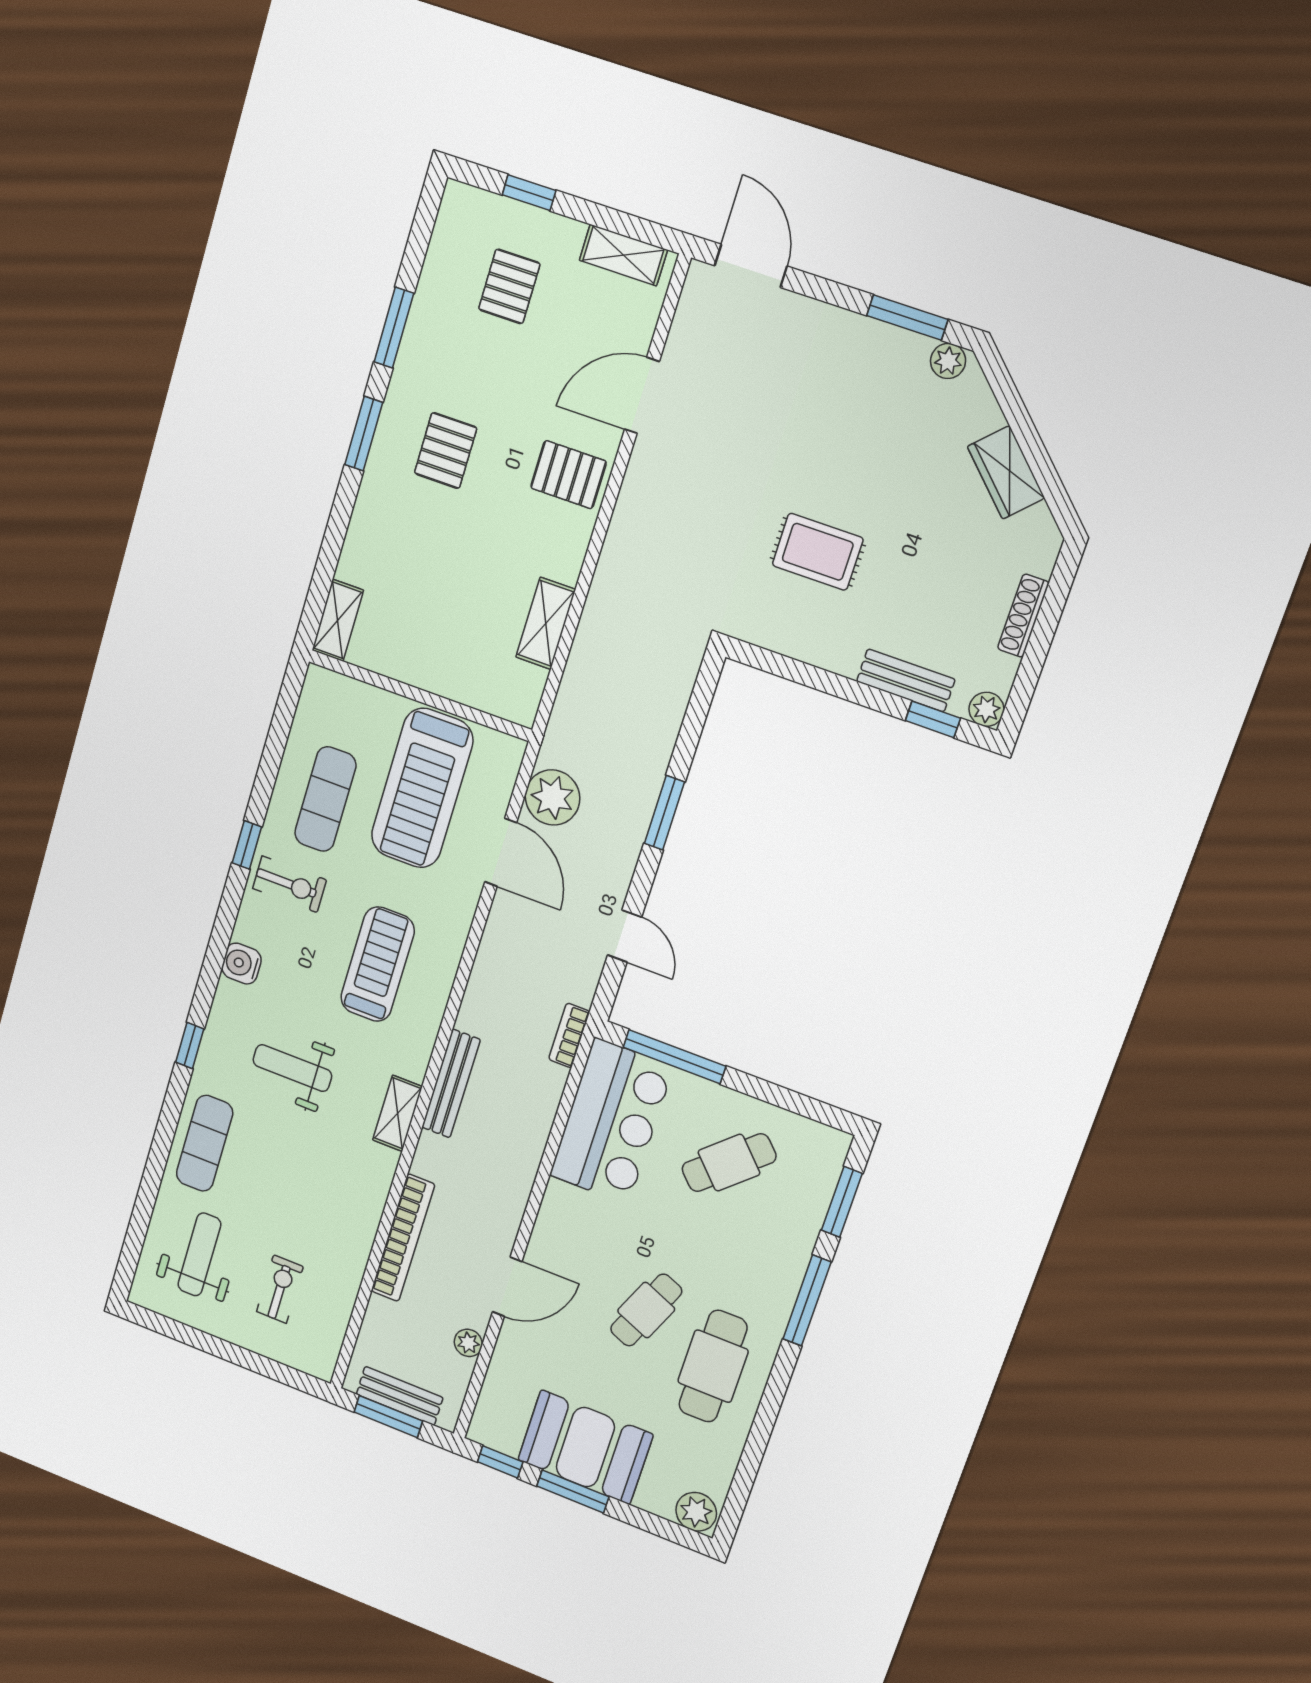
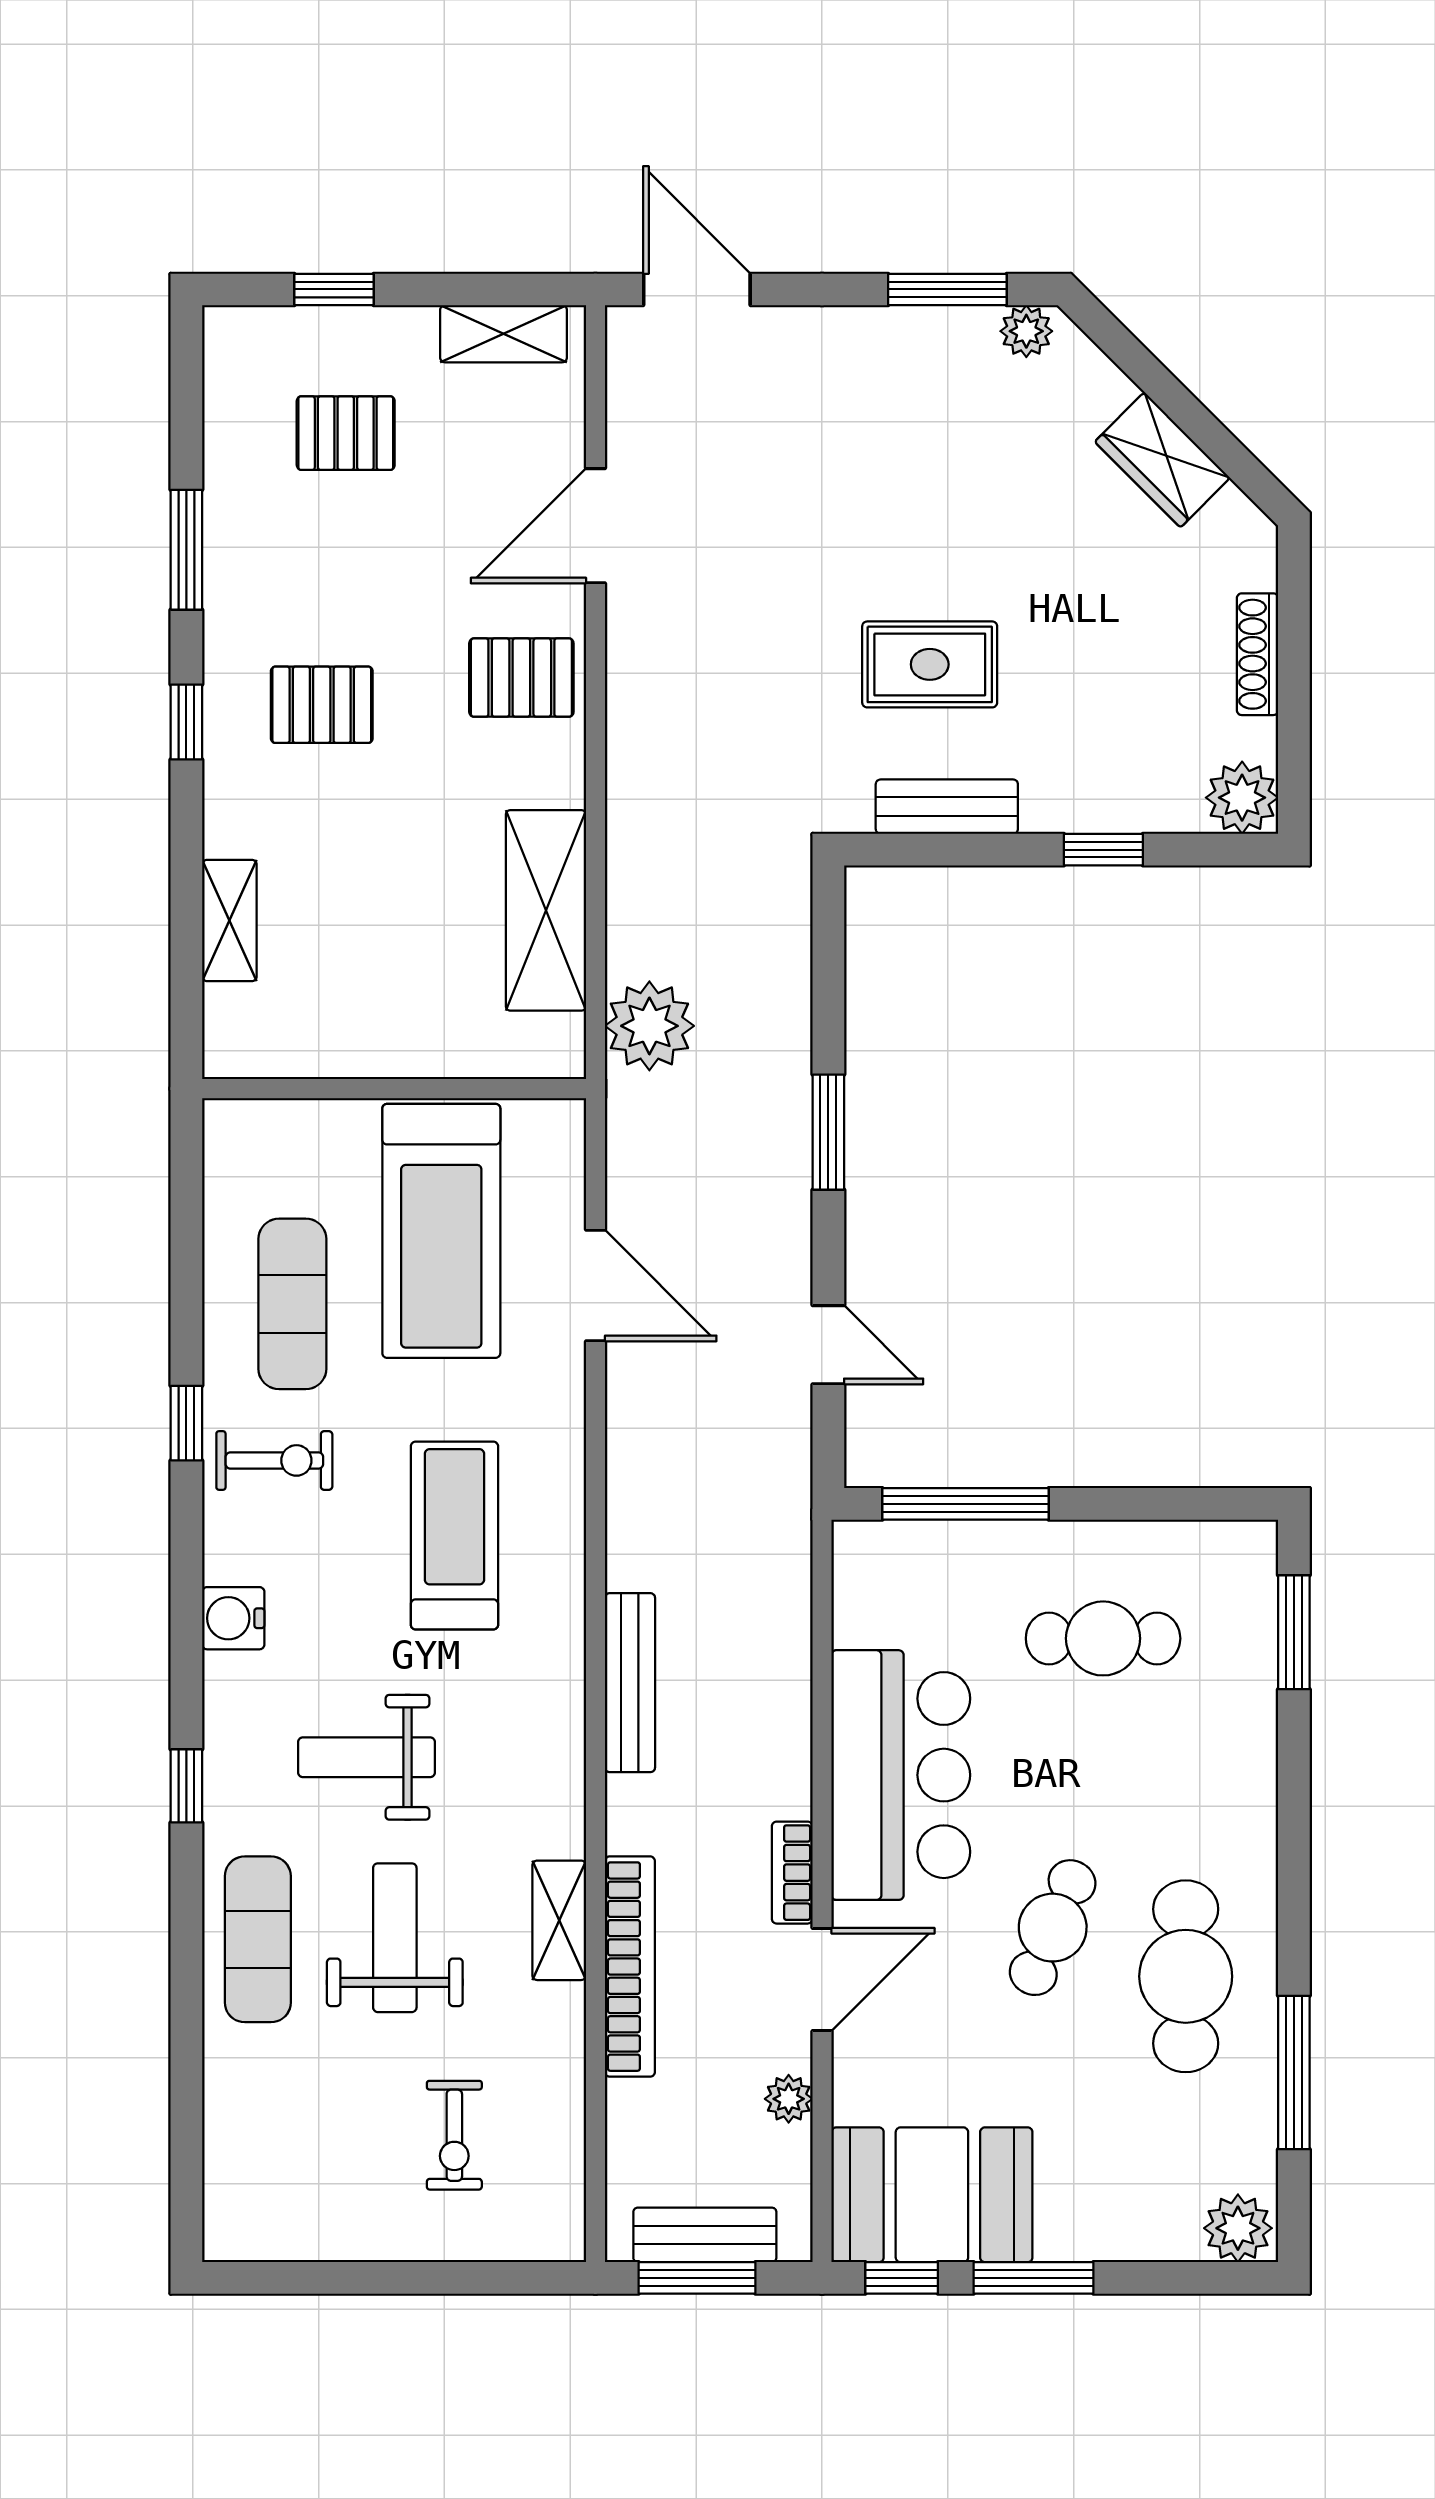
pallet: (509, 286) -> (346, 433), turned 90
window: (364, 434) -> (186, 722), width x0.67
pallet: (446, 451) -> (322, 705), turned 90
shelving: (338, 620) -> (229, 920), moved
shelving: (546, 623) -> (546, 910), width x1.50, depth x1.33
bench: (906, 680) -> (947, 807), moved
plant: (986, 709) -> (1242, 798), width x1.38, depth x1.38
window: (933, 719) -> (1103, 850), moved
plant: (553, 797) -> (649, 1026), moved
bookcase: (569, 1035) -> (792, 1873), moved
shelving: (398, 1113) -> (559, 1920), moved
bar counter: (611, 1121) -> (901, 1775), moved
cafe table: (729, 1163) -> (1103, 1638), turned 43
weight bench: (199, 1254) -> (395, 1938), moved
exercise bike: (280, 1289) -> (454, 2135), turned 180
window: (807, 1300) -> (1294, 2073), moved
booth: (585, 1447) -> (932, 2195), moved

